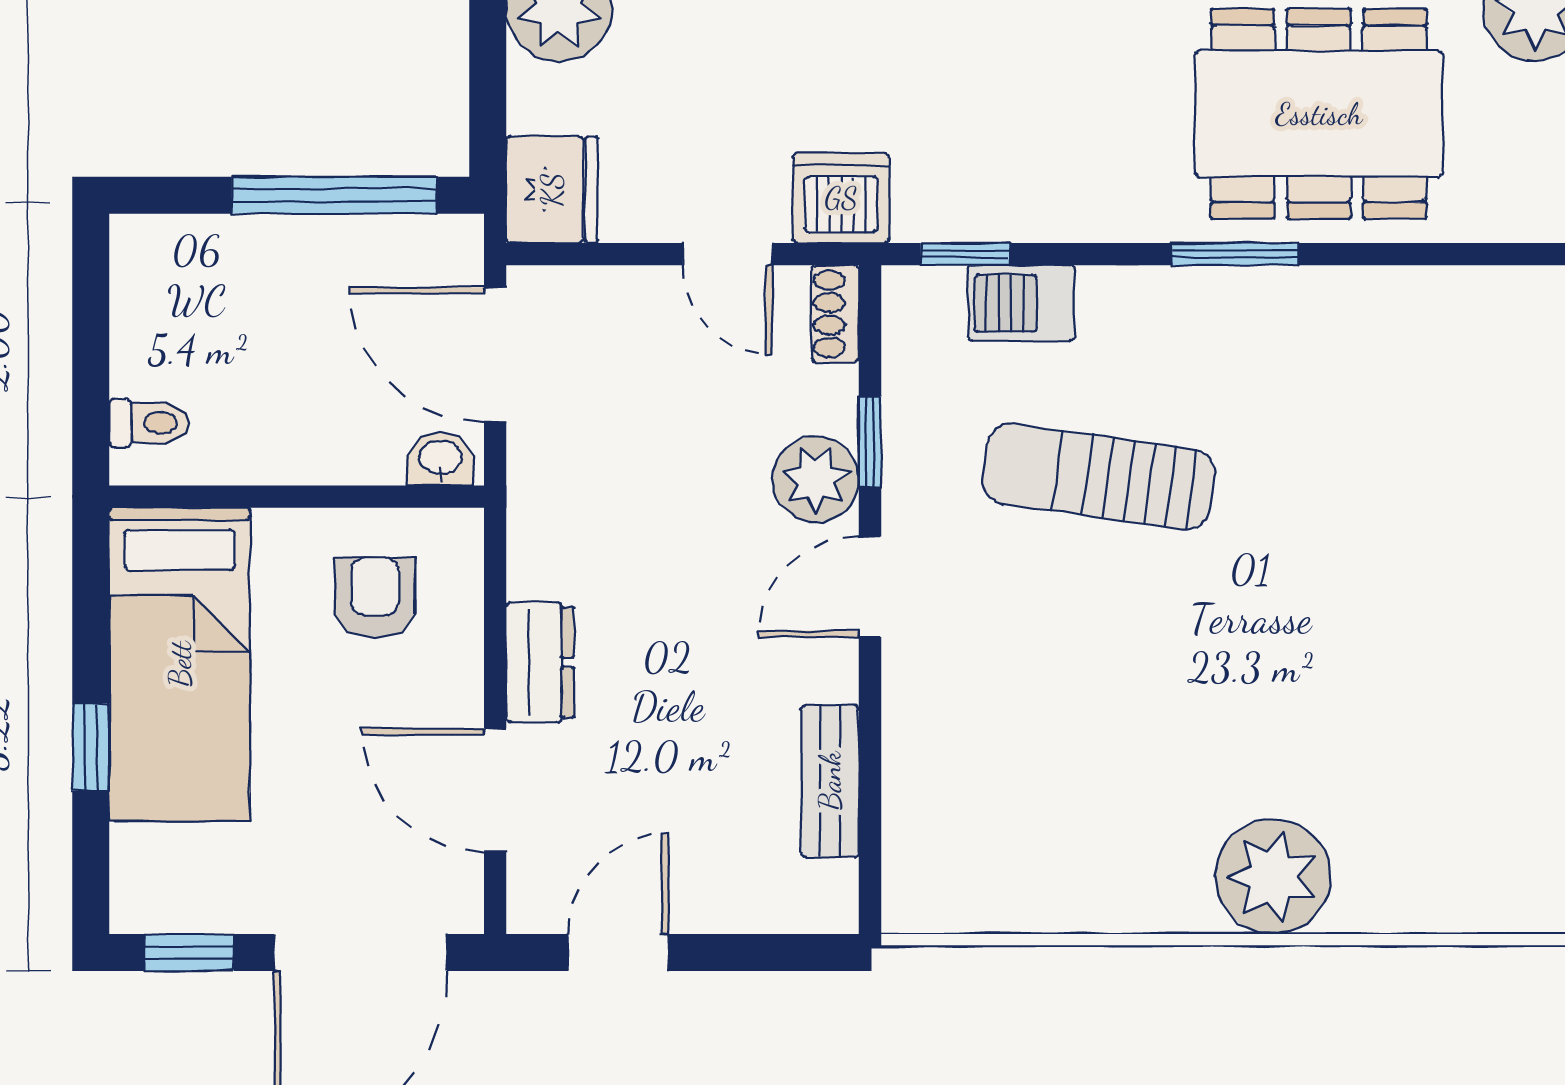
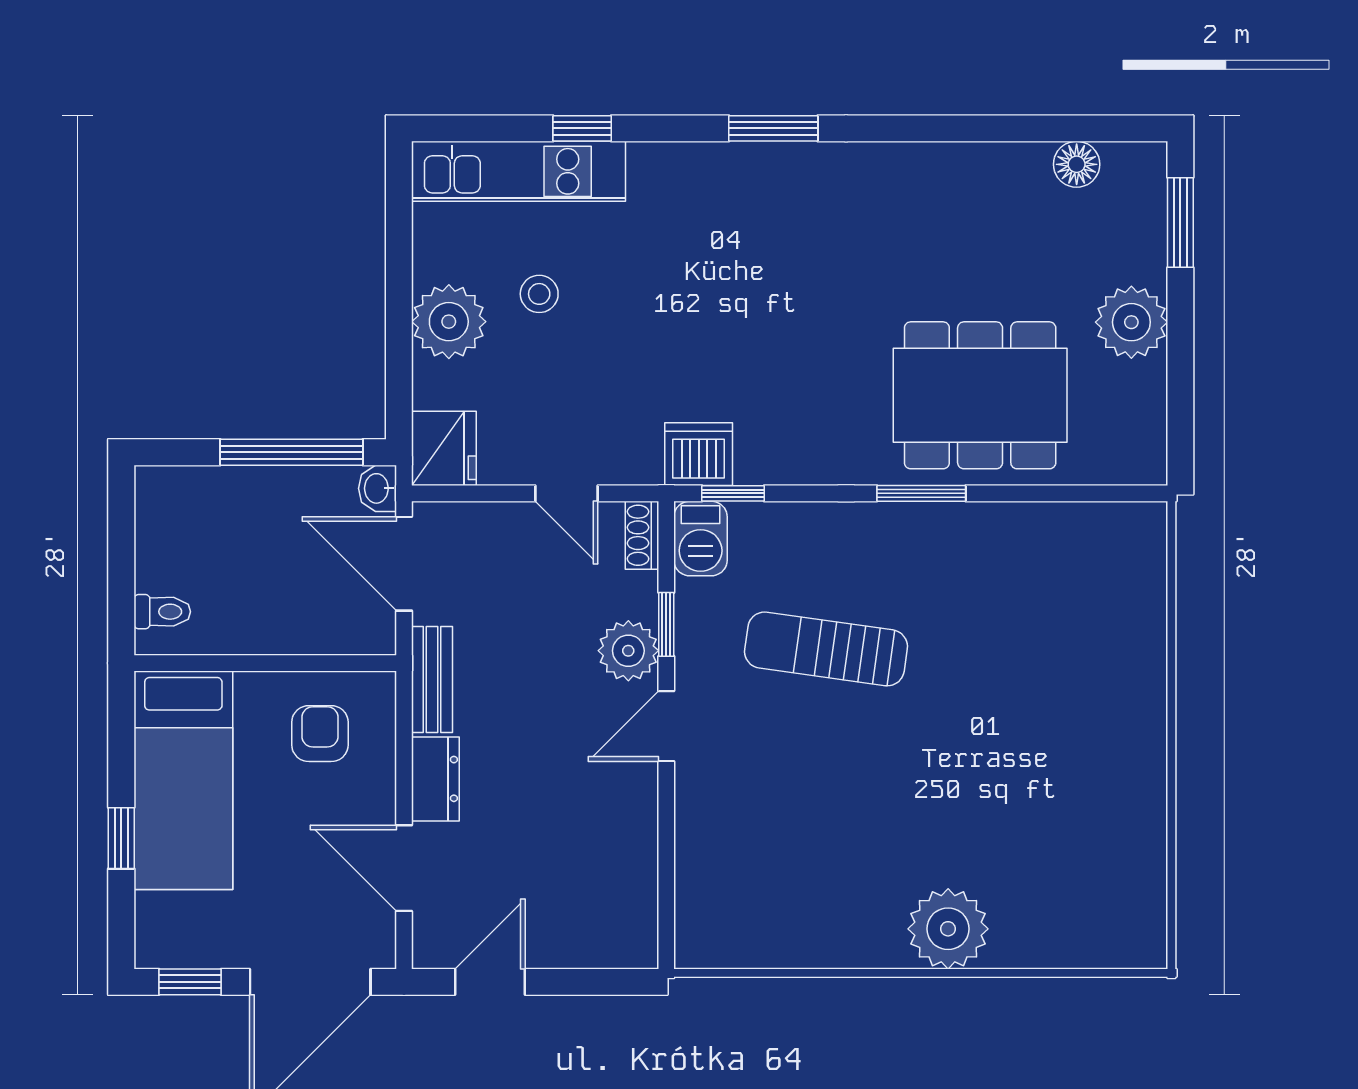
dishwasher: (841, 198) -> (699, 454), moved
barbecue: (1021, 303) -> (701, 539), moved, turned -90
washbasin: (440, 459) -> (378, 488), moved, turned -90
bench: (830, 781) -> (432, 680), moved

